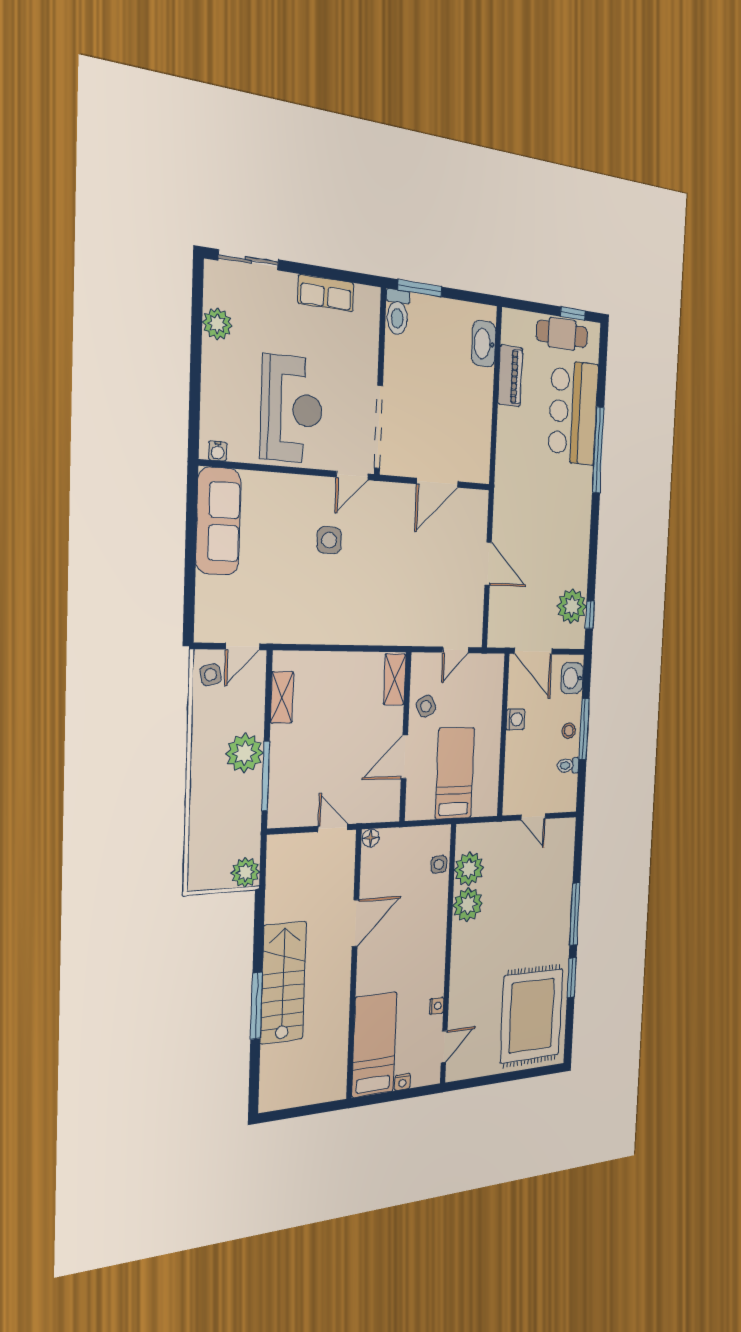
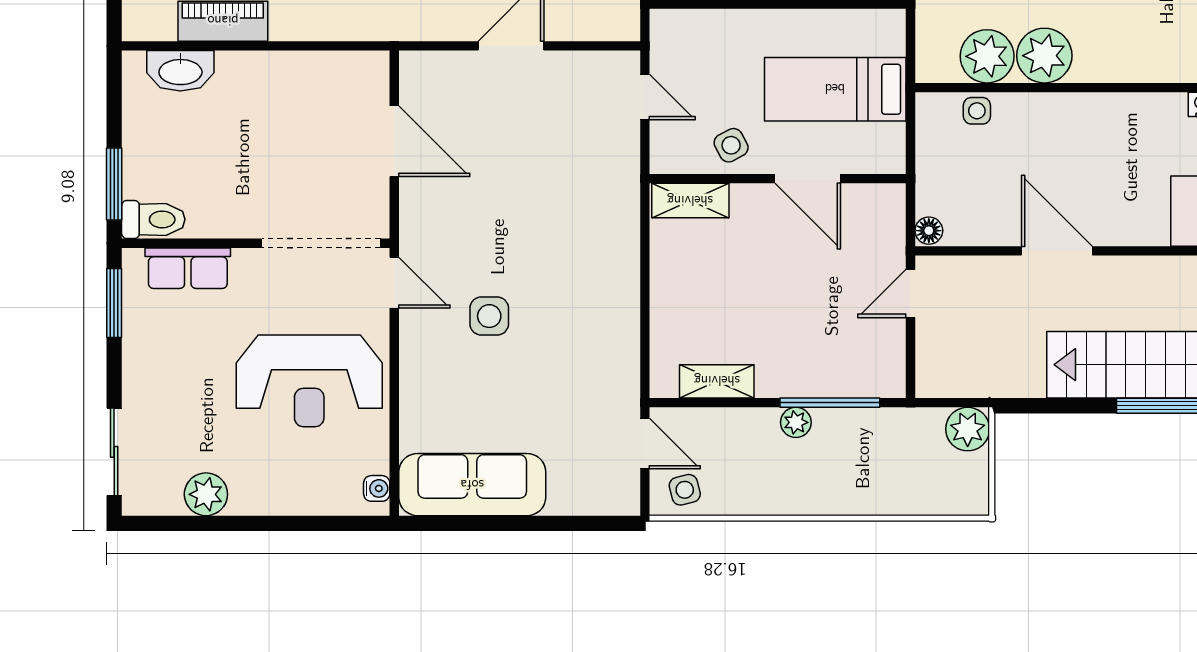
window: (347, 276) -> (114, 303), added
row of seats: (326, 293) -> (188, 268), moved, turned 90
reception desk: (292, 409) -> (309, 381), turned 180
plant: (245, 753) -> (796, 422), width x0.53, depth x0.53

